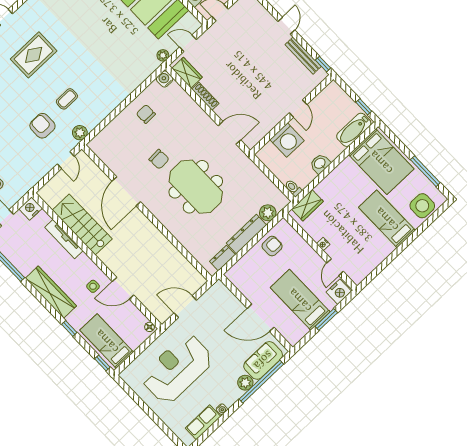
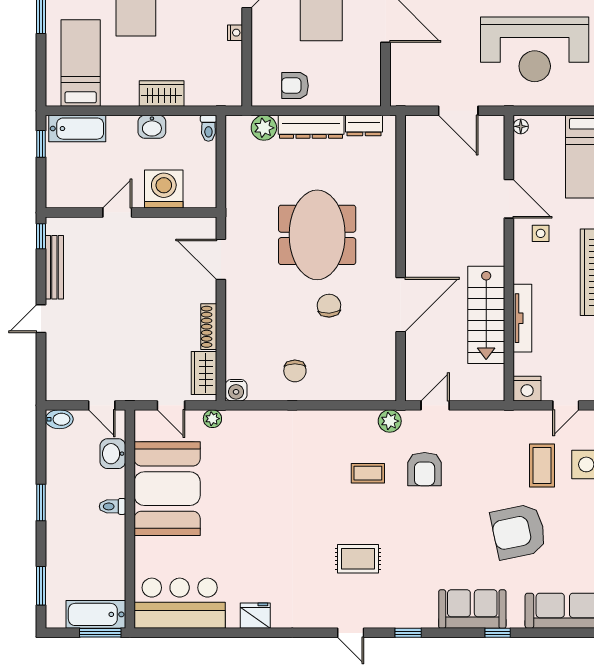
rug: (34, 55) -> (358, 559), width x0.73, depth x0.70
bed: (381, 162) -> (81, 63), width x0.67
wardrobe: (307, 205) -> (162, 94), moved

